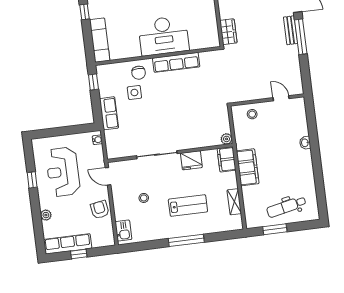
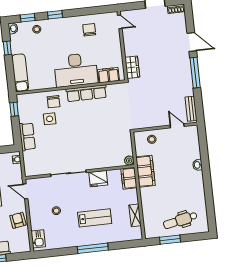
bench: (291, 30) -> (191, 109), moved
filing cabinet: (201, 41) -> (109, 75), added
filing cabinet: (248, 167) -> (146, 171), moved

